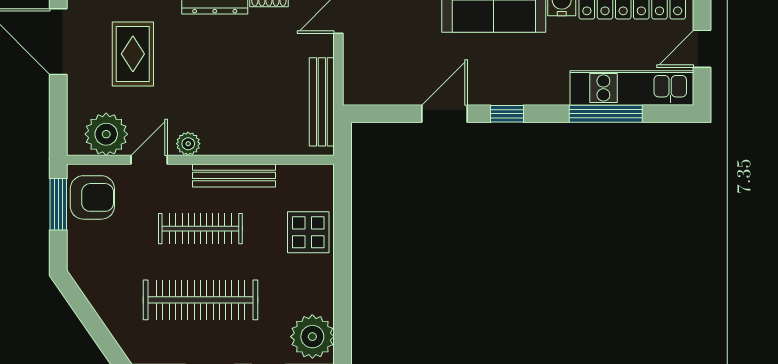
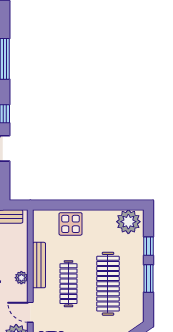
plant: (188, 144) -> (21, 278), moved

